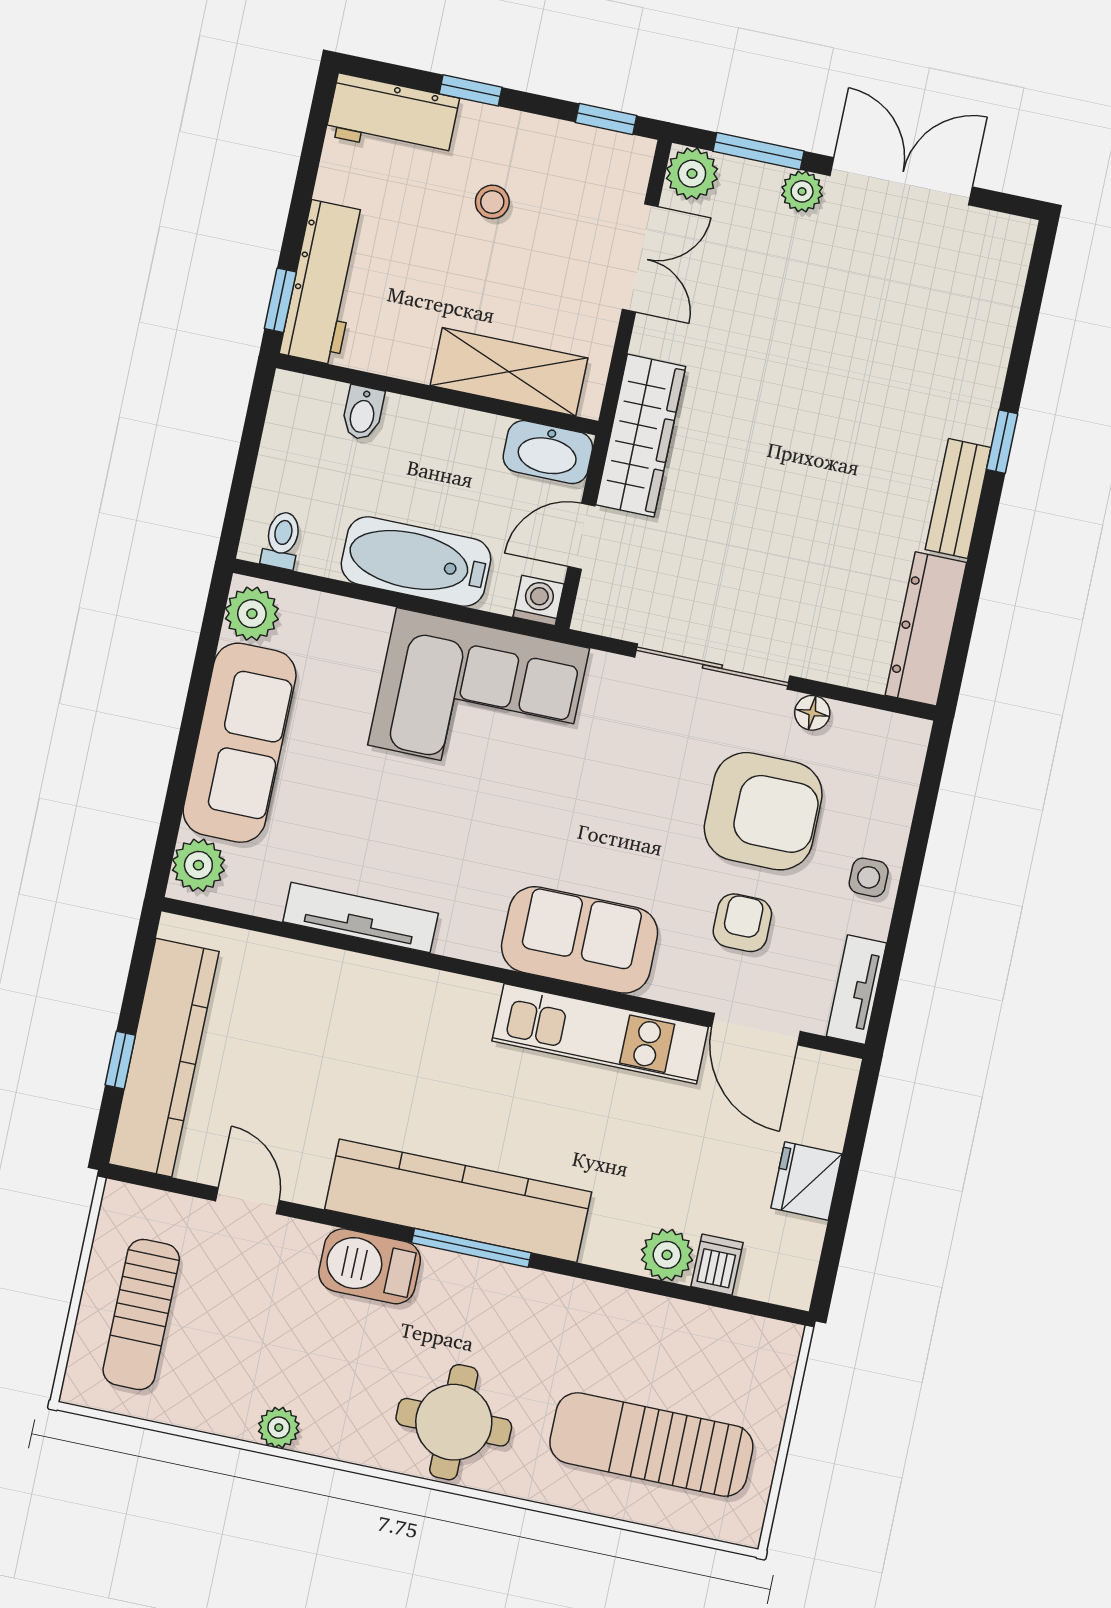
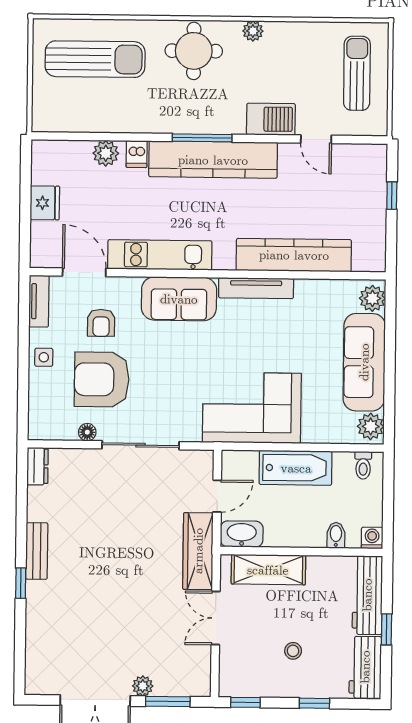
workbench: (392, 117) -> (365, 667), moved, turned -90
plant: (692, 174) -> (198, 684), removed
double door: (640, 258) -> (216, 618), moved
window: (280, 300) -> (386, 629), moved
washing machine: (539, 600) -> (372, 538), moved, turned 180
dresser: (926, 629) -> (37, 466), width x0.51, depth x0.80
tv unit: (361, 917) -> (256, 288), moved
kitchen counter: (164, 1058) -> (294, 255), moved, turned 90
dishwasher: (717, 1265) -> (137, 154), moved
barbecue: (370, 1266) -> (271, 119), moved
plant: (279, 1428) -> (253, 31), moved

